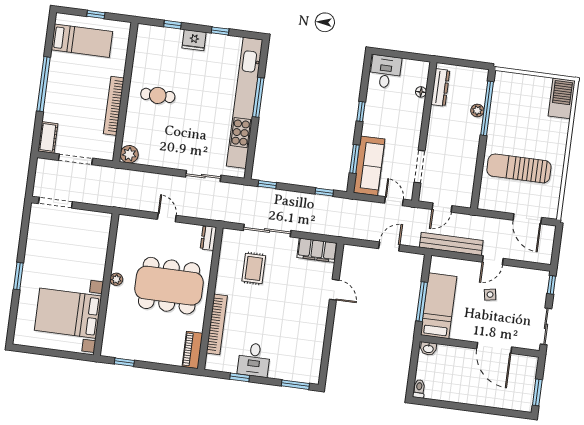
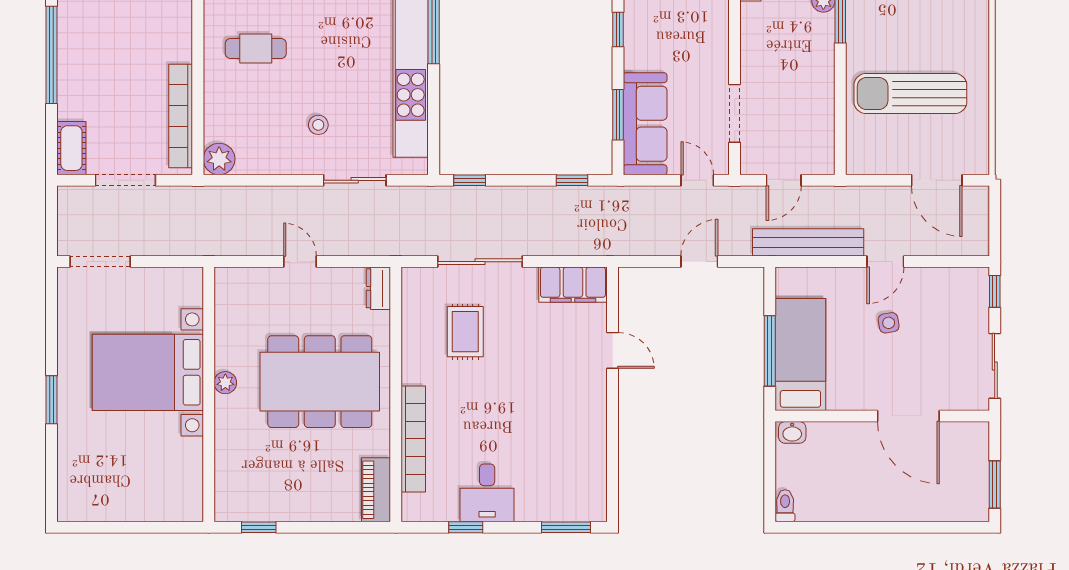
bookcase: (114, 106) -> (181, 116), moved
stool: (187, 143) -> (318, 125), added
bed with nightstands: (68, 313) -> (148, 372), moved

